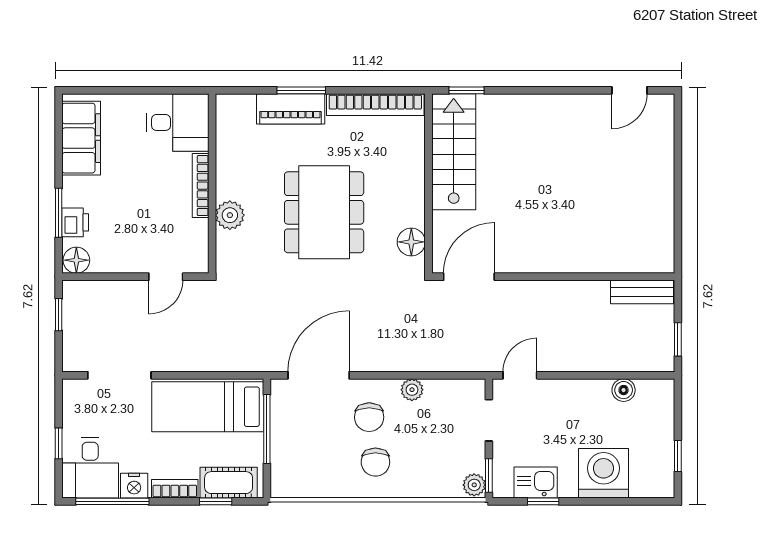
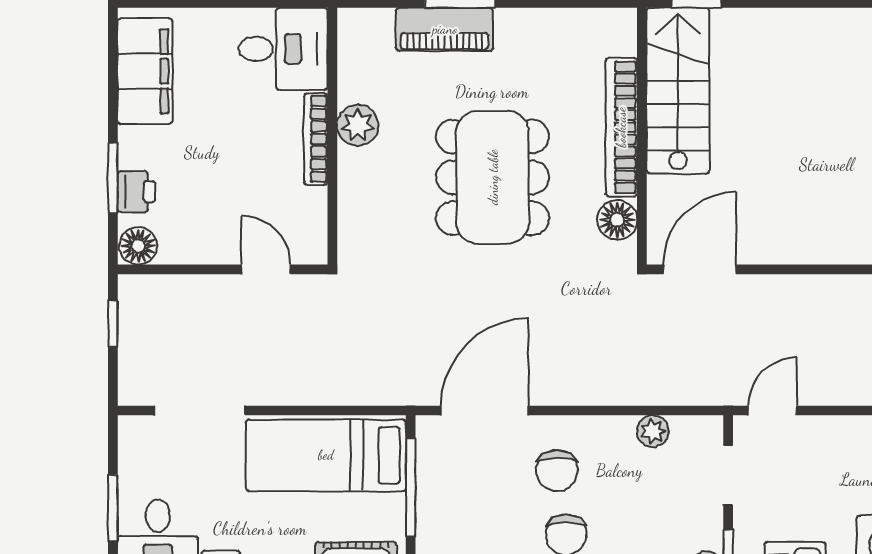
bookcase: (375, 105) -> (621, 127), moved, turned 90
plant: (230, 215) -> (358, 125), moved
door: (166, 277) -> (266, 269), swing flipped
plant: (412, 390) -> (653, 431), moved
window: (59, 443) -> (113, 508), width x1.50

